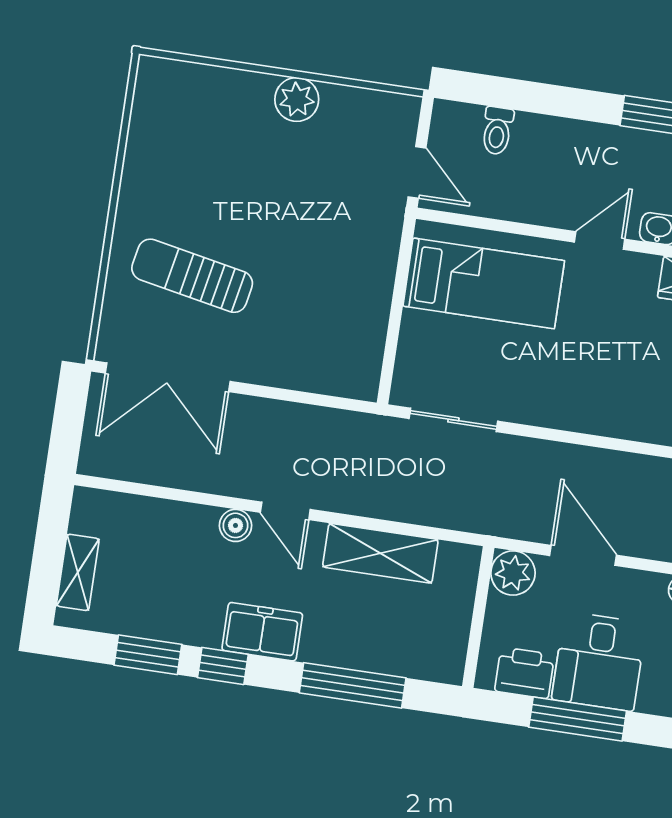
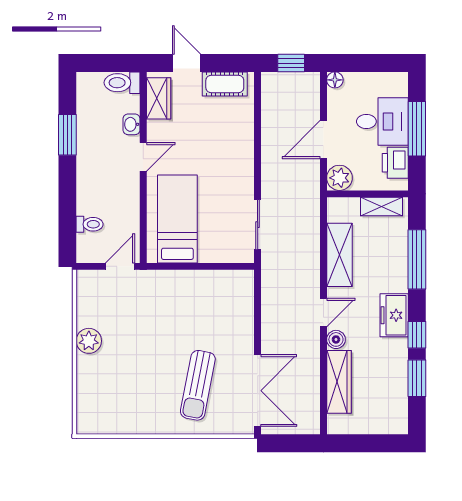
door: (600, 241) -> (143, 157), swing flipped
wardrobe: (162, 520) -> (339, 382), added
shelving: (78, 572) -> (381, 207), moved

